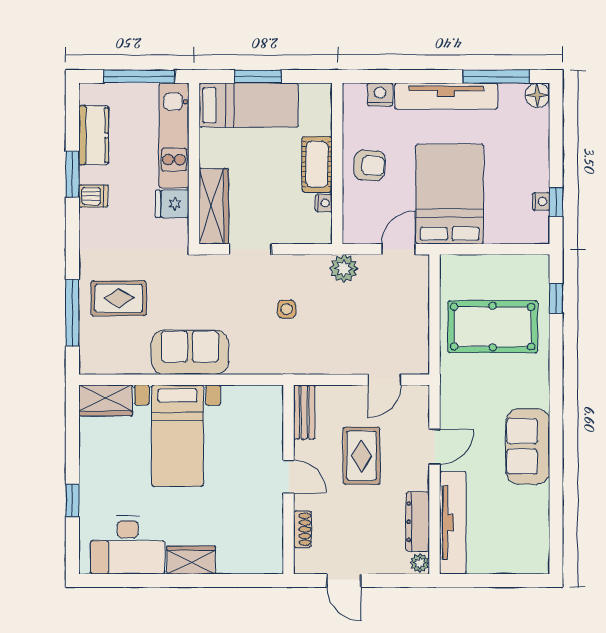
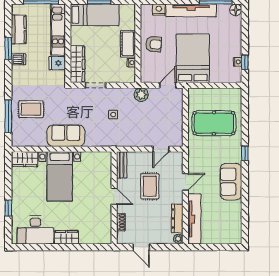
window: (556, 298) -> (245, 153), moved

